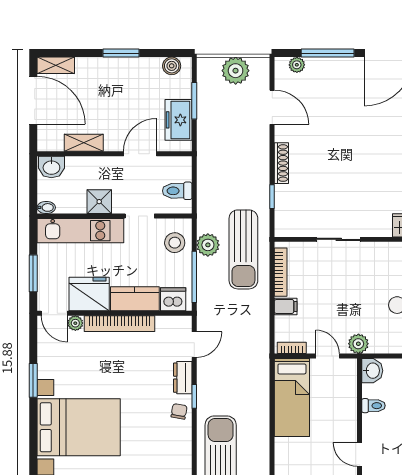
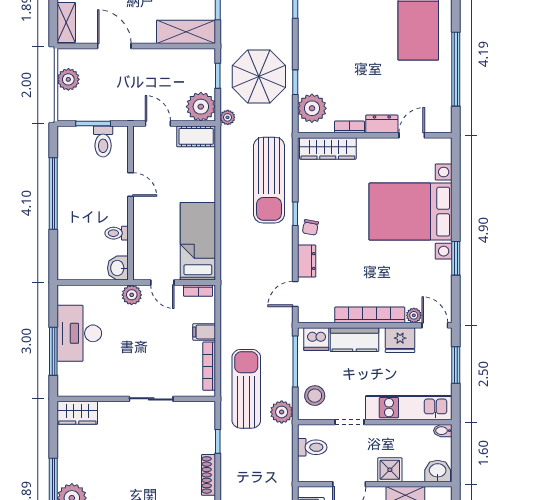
shower: (99, 202) -> (390, 470), moved
plant: (208, 245) -> (282, 412), moved
fridge: (89, 294) -> (400, 340), width x0.73, depth x0.75
window: (194, 396) -> (295, 214), moved

